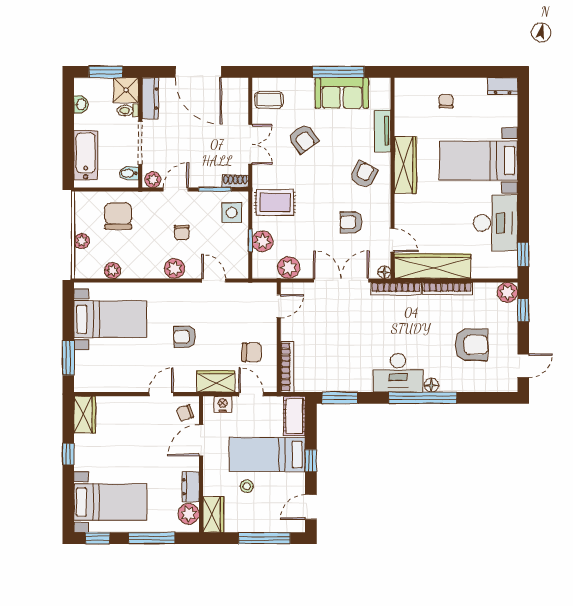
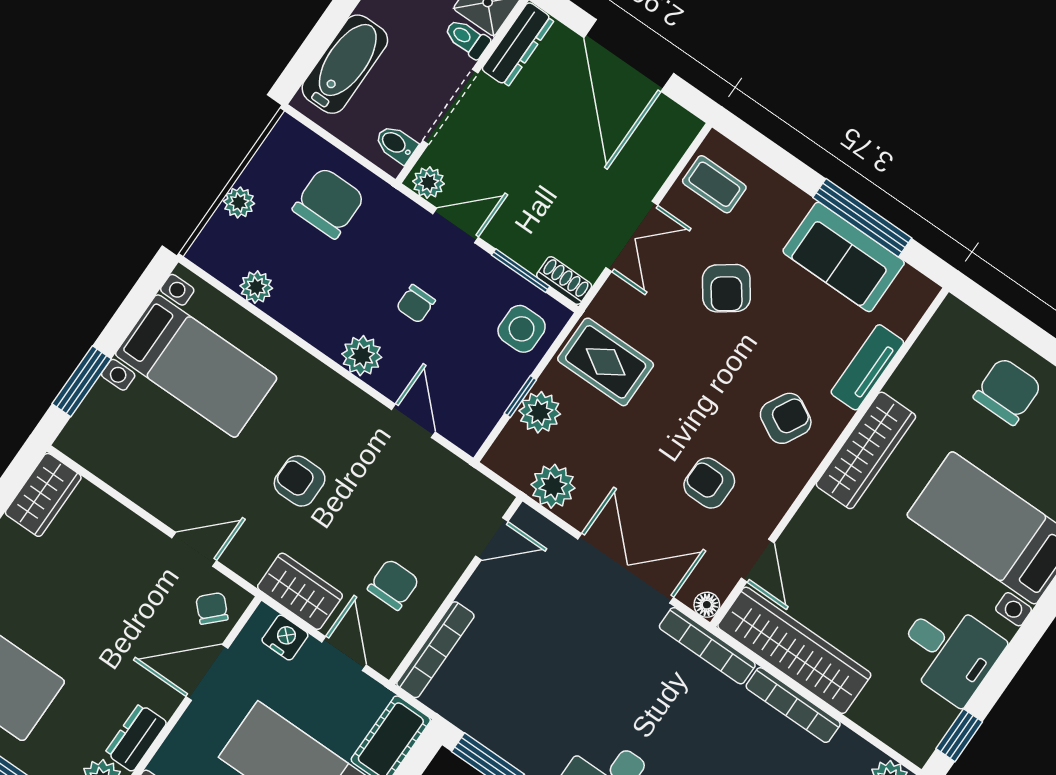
chair: (446, 101) -> (1008, 391), width x1.87, depth x1.87
desk: (496, 223) -> (949, 651), width x0.73
chair: (252, 352) -> (393, 585), turned -90
chair: (185, 413) -> (212, 608), turned 63

